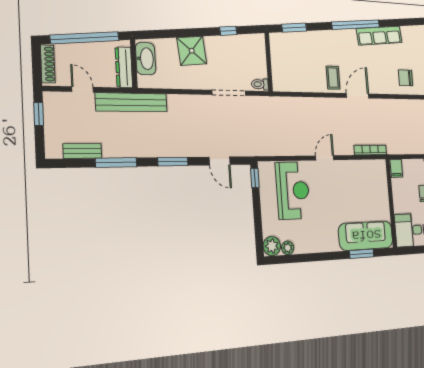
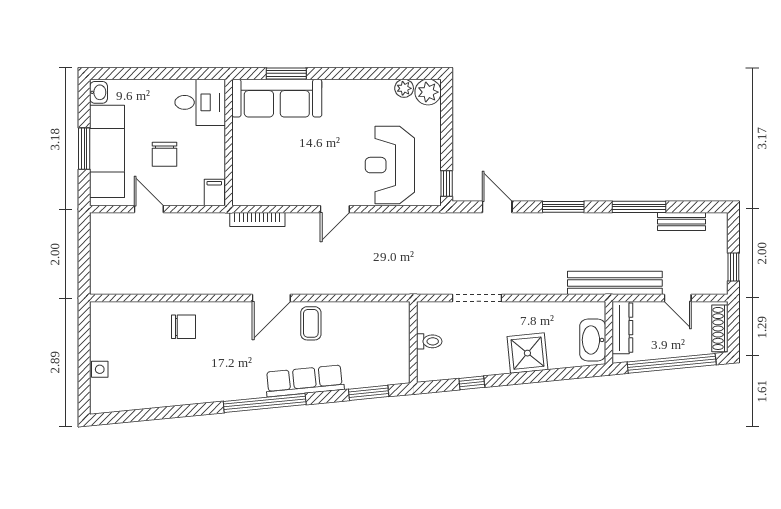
row of seats: (379, 36) -> (305, 381), moved
toilet: (260, 84) -> (429, 341), moved

